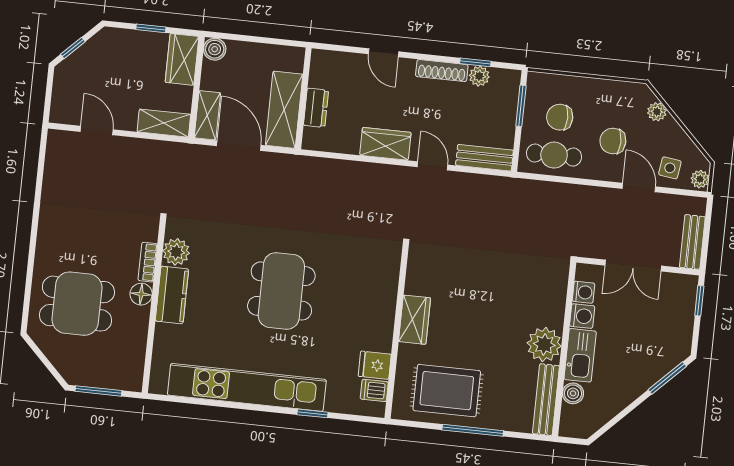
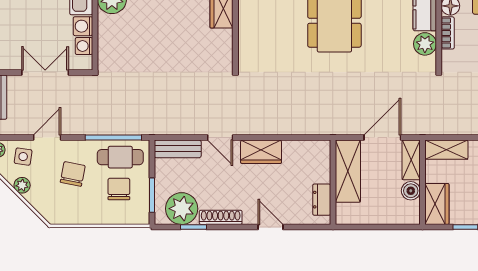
boiler: (215, 49) -> (411, 191), moved
plant: (479, 76) -> (182, 209), width x1.88, depth x1.88
dresser: (316, 108) -> (322, 200), moved
plant: (657, 112) -> (22, 185), moved
chair: (560, 117) -> (119, 189), turned -90
chair: (613, 141) -> (73, 174), turned -79
door: (239, 146) -> (382, 138), swing flipped
window: (560, 179) -> (113, 138), added
door: (639, 188) -> (47, 138), swing flipped

